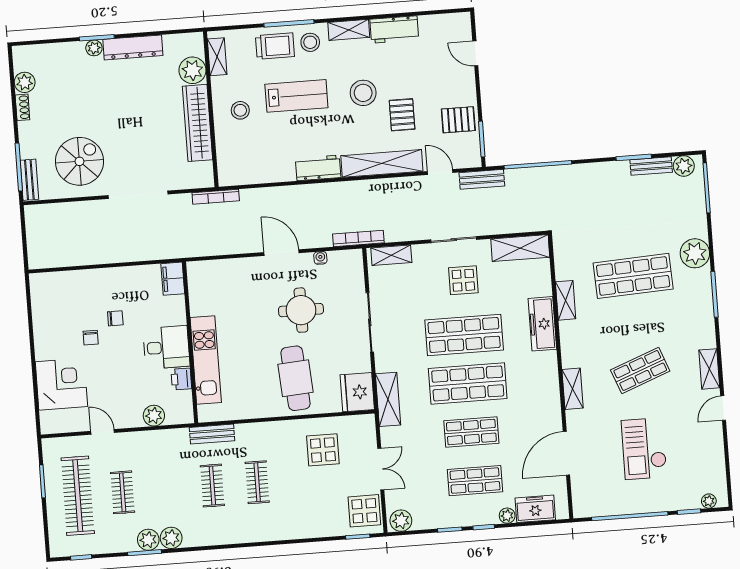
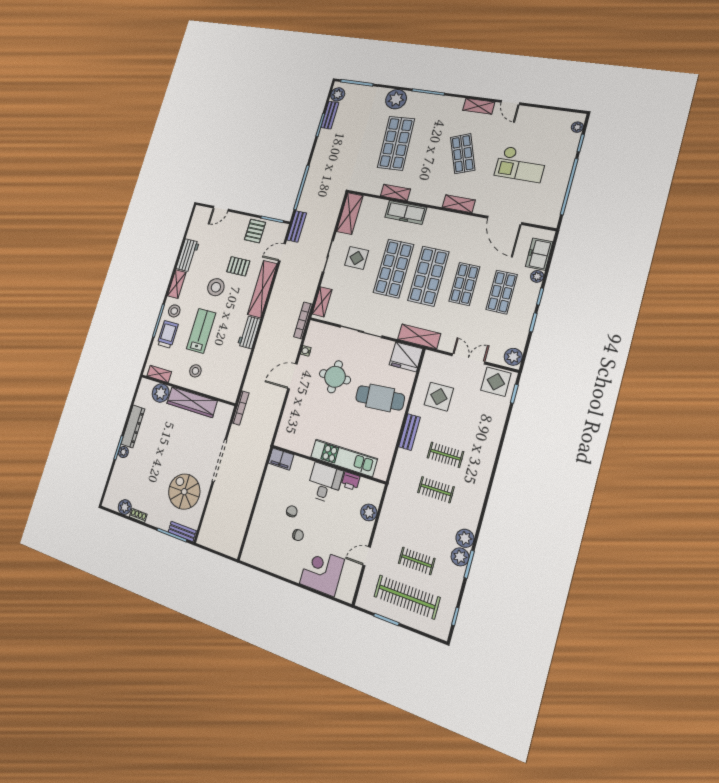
bench: (212, 434) -> (409, 432), moved

